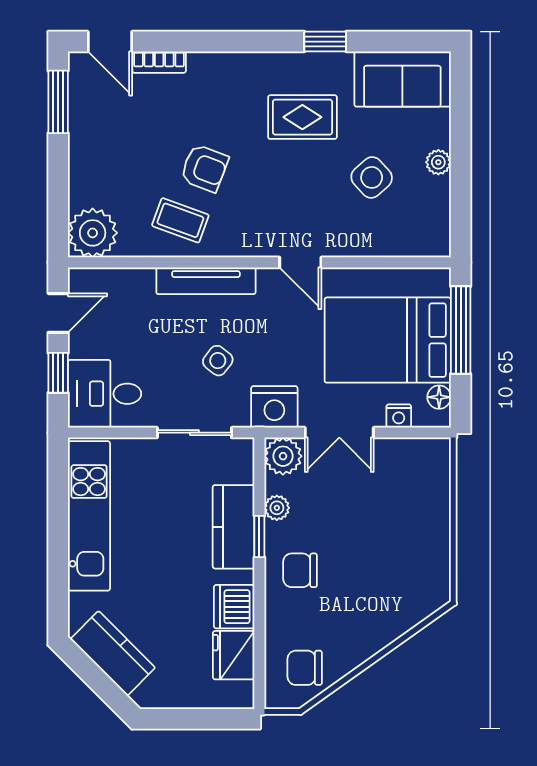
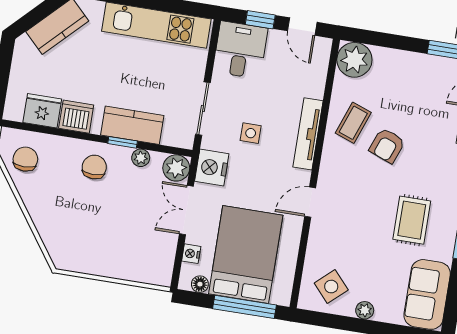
side table: (372, 177) -> (331, 287), moved
side table: (218, 361) -> (251, 133), turned -38

